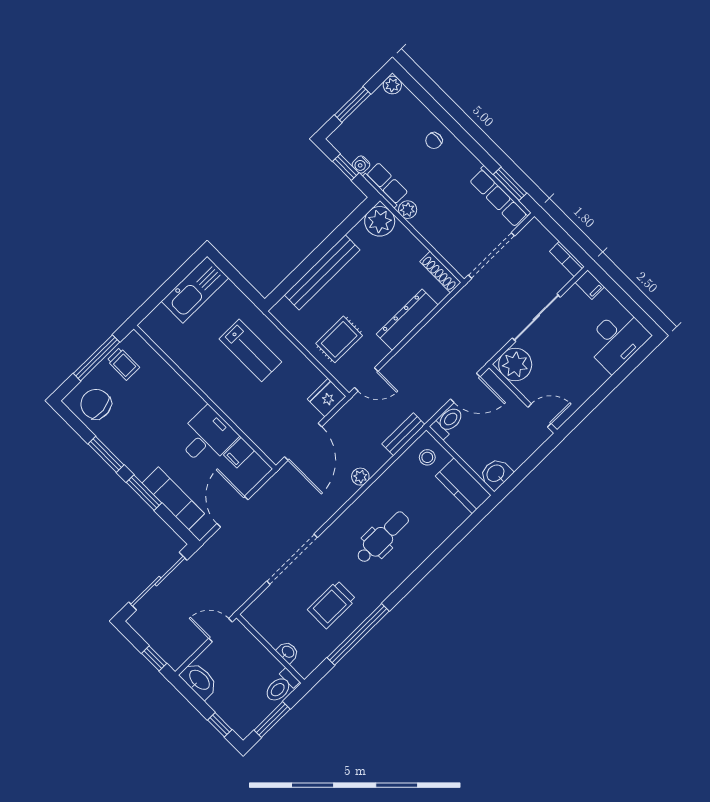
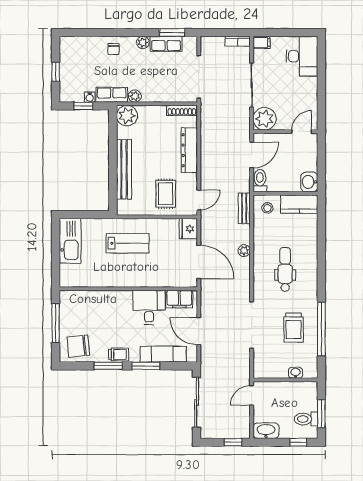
plant: (392, 85) -> (143, 42), moved
window: (353, 104) -> (56, 72), width x0.67
row of seats: (500, 196) -> (166, 44), width x0.68
trolley: (123, 364) -> (119, 354), moved
filing cabinet: (239, 453) -> (179, 299), width x2.00
toilet: (281, 686) -> (306, 419), moved, turned 90

